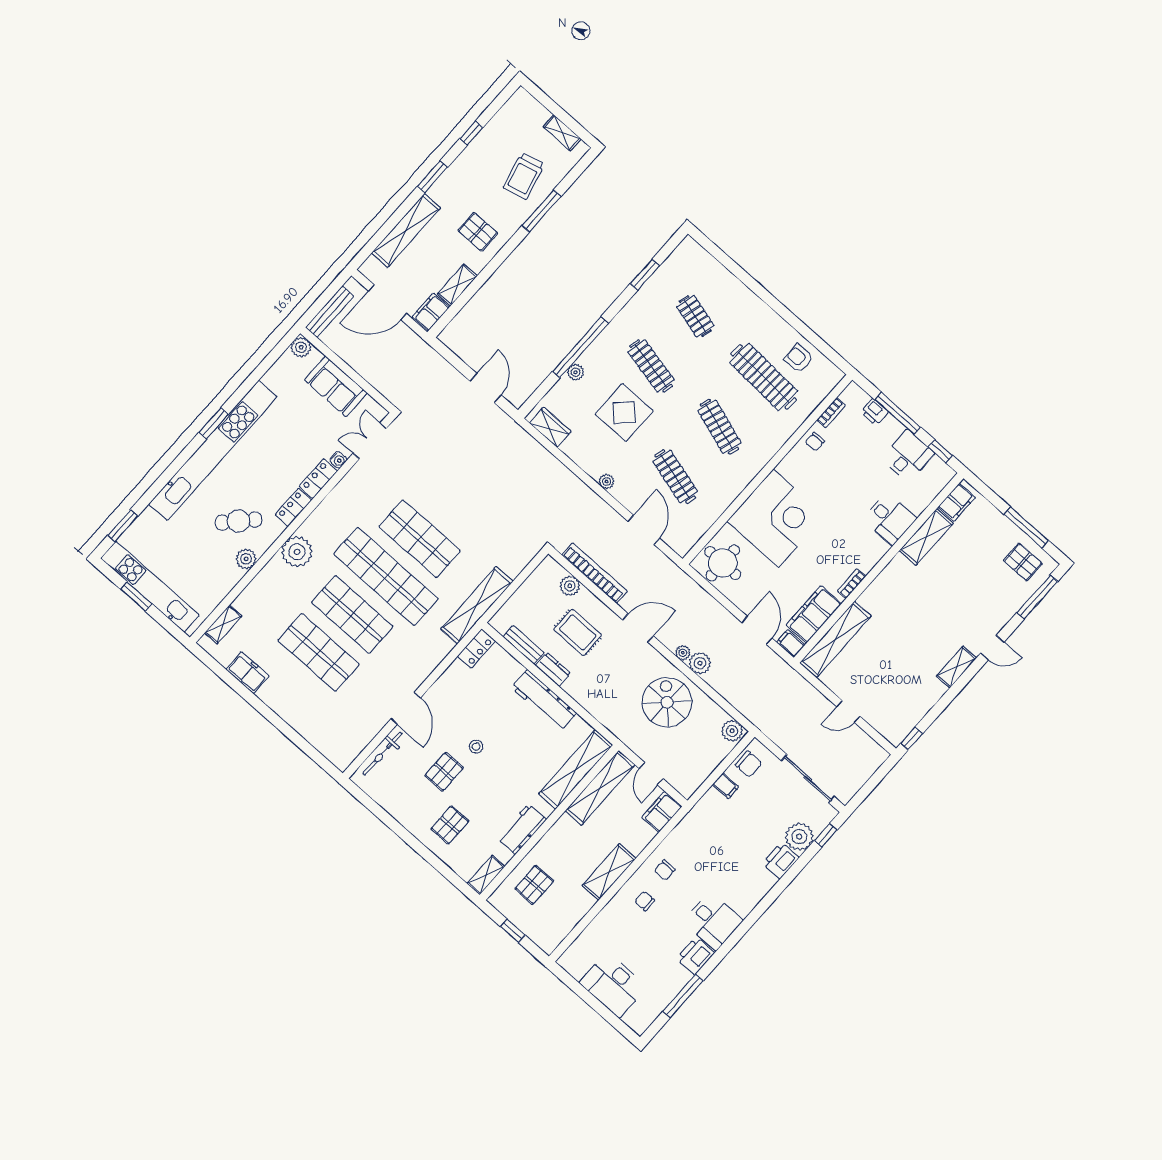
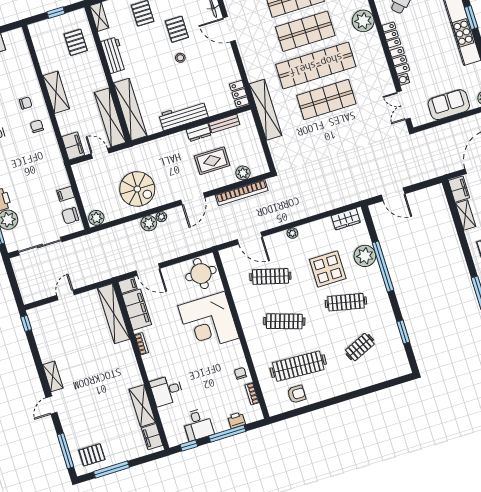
clothes rail: (695, 316) -> (360, 347), turned -39
plant: (576, 372) -> (365, 256), width x1.88, depth x1.88
double door: (370, 441) -> (404, 105), swing flipped

